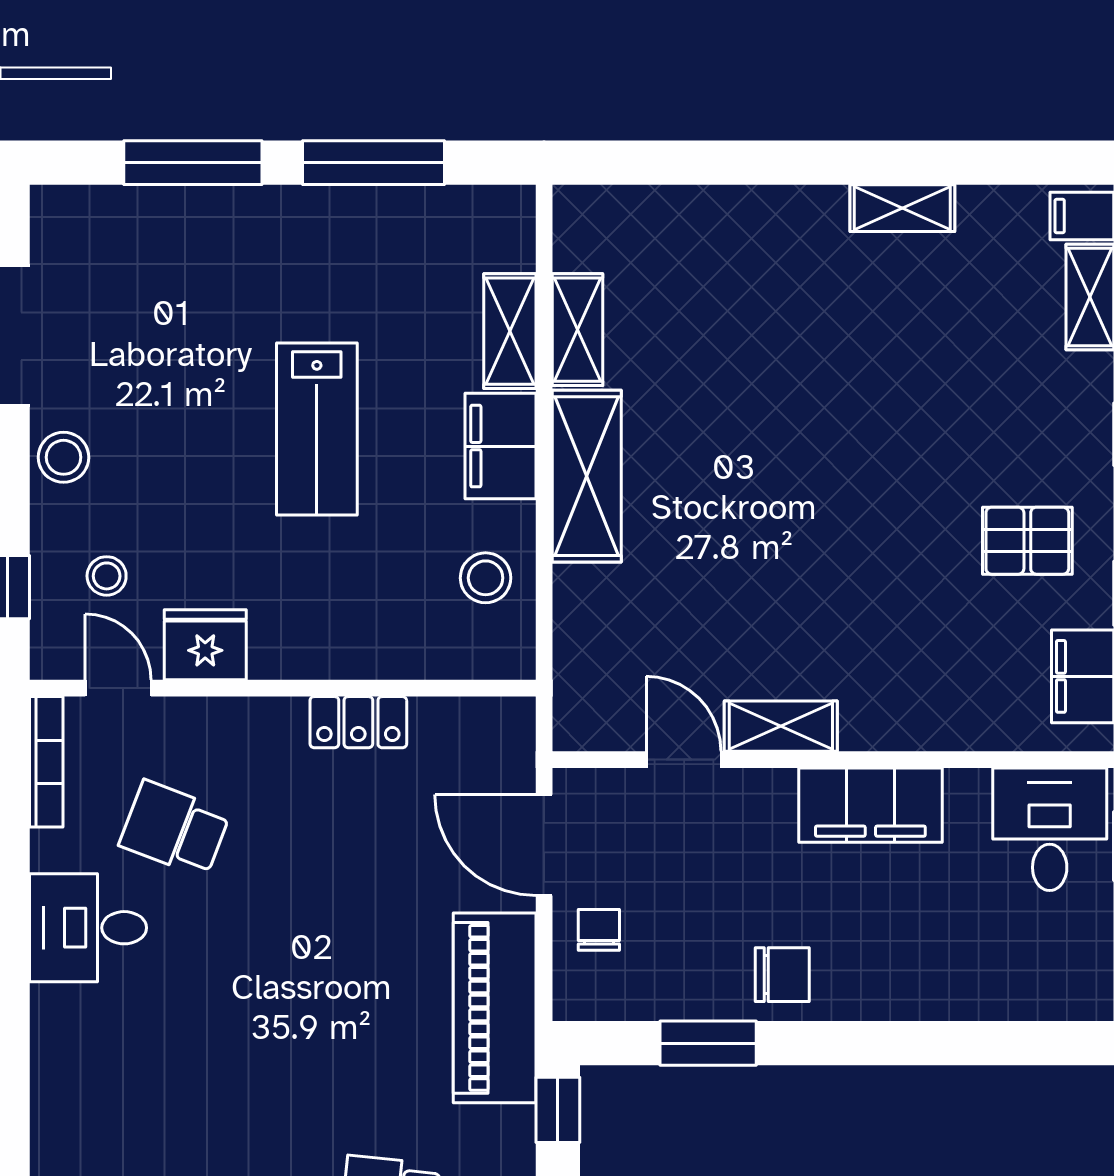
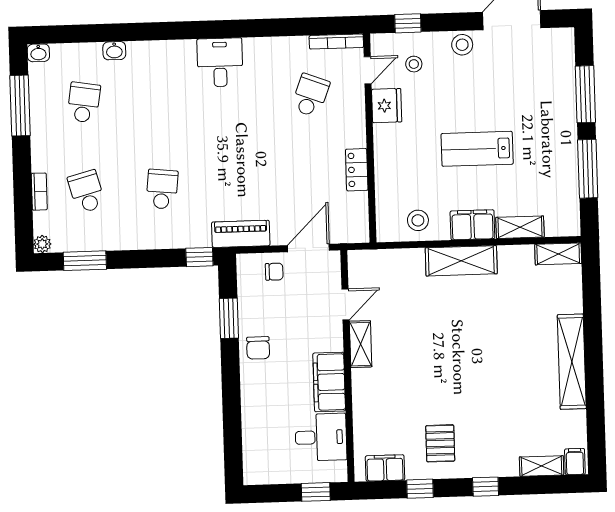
shelving: (902, 208) -> (572, 362), width x2.20, depth x1.33
shelving: (578, 330) -> (558, 254), moved
desk: (1050, 829) -> (321, 437), moved
desk: (88, 928) -> (220, 62), moved
piano: (495, 1008) -> (241, 234), width x0.73, depth x0.75

